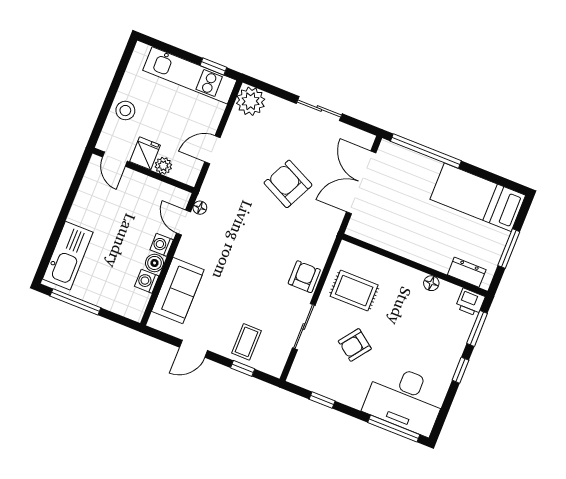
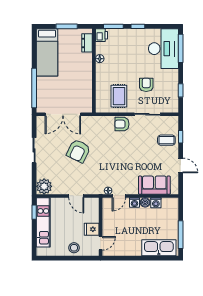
plant: (163, 166) -> (94, 218), removed
armchair: (355, 345) -> (146, 85), turned -127

